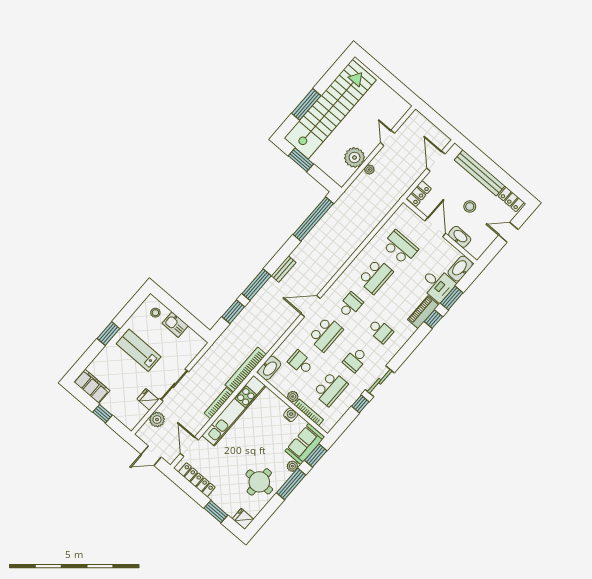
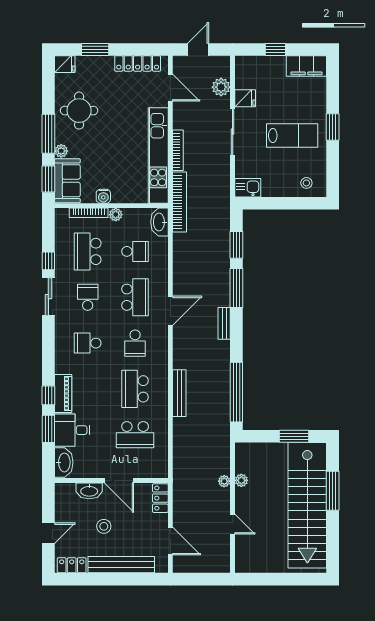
plant: (354, 158) -> (241, 480), width x0.53, depth x0.53
bench: (350, 249) -> (179, 393), added
kitchen sink: (175, 325) -> (248, 188), moved
school desk: (325, 334) -> (135, 297), turned 180

